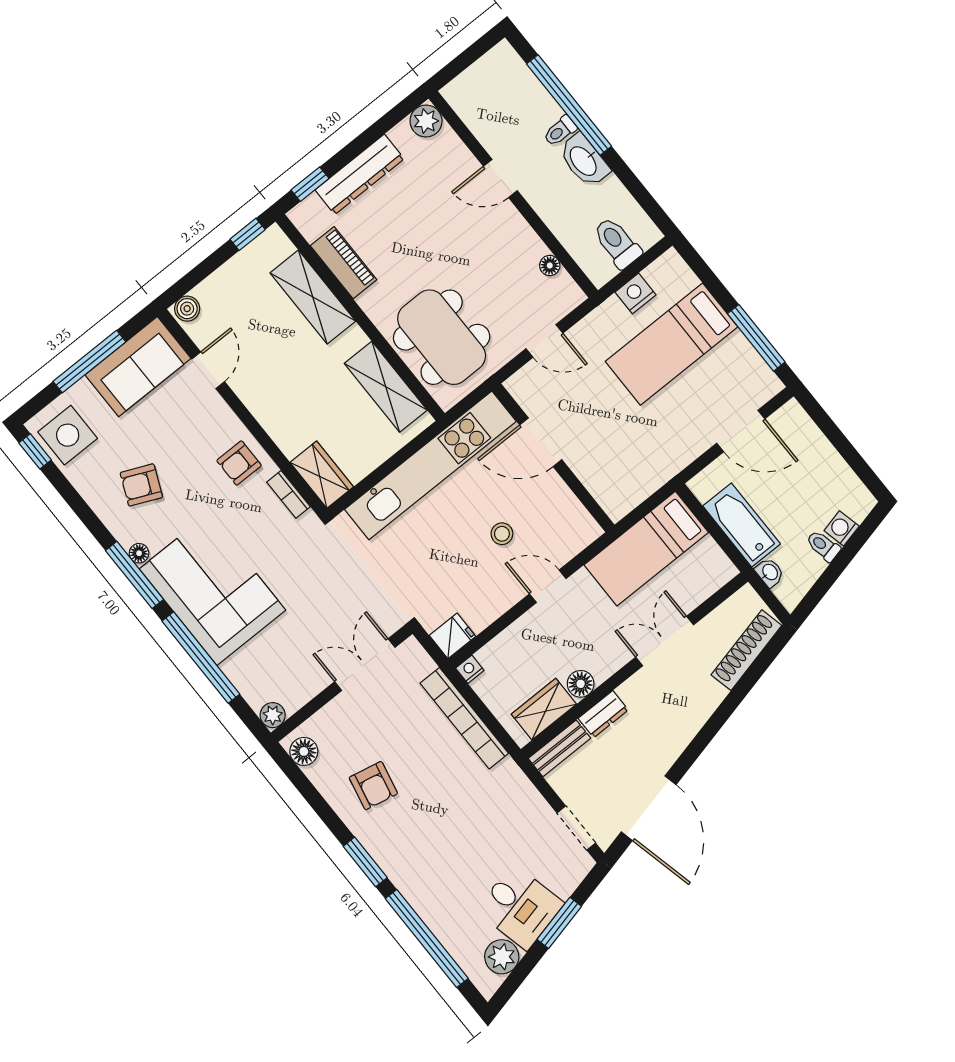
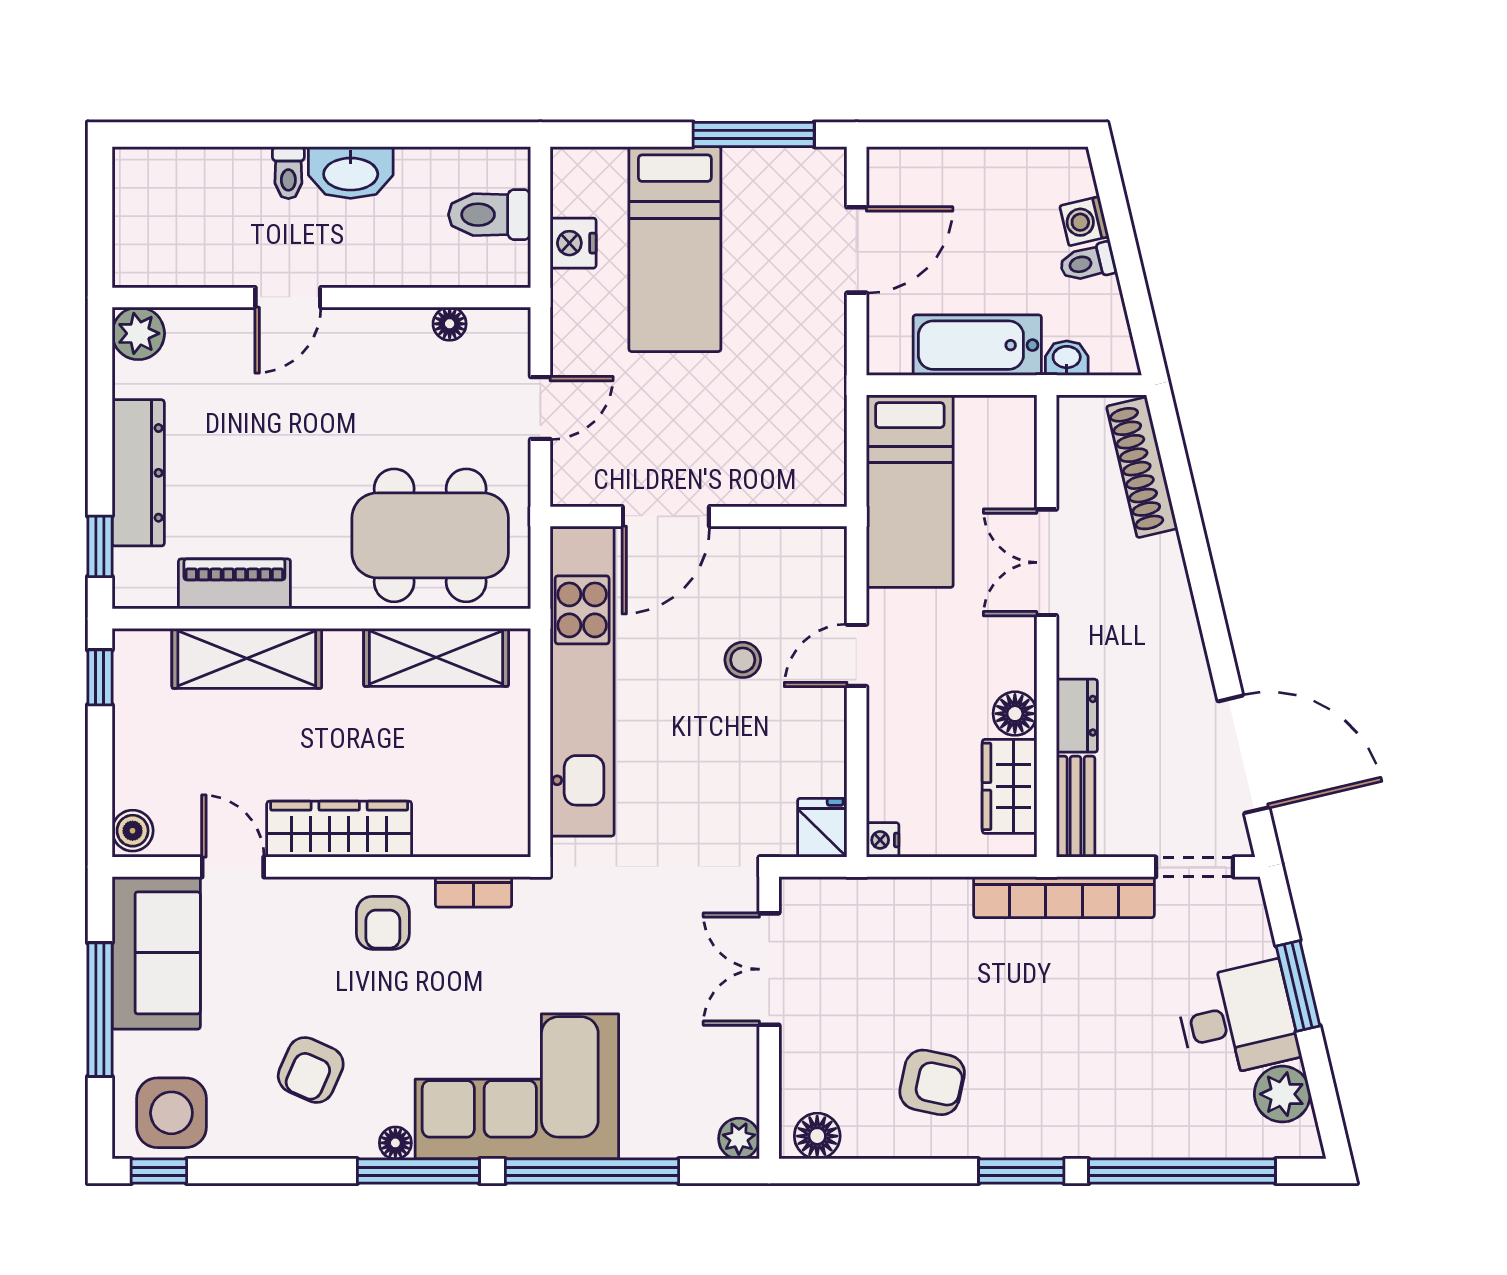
window: (569, 105) -> (265, 134), removed
wardrobe: (322, 475) -> (339, 829), moved, width x1.50
bookcase: (464, 718) -> (1064, 897), moved

